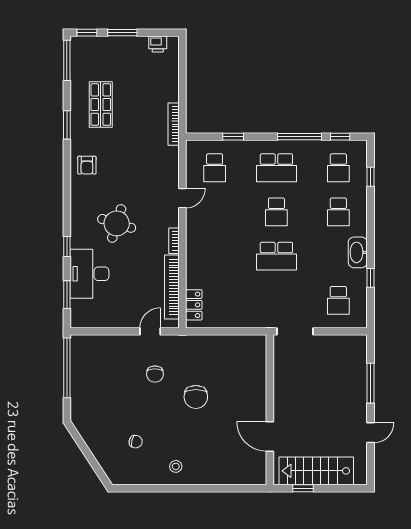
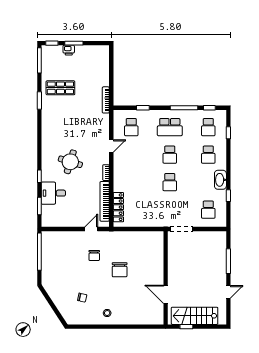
printer: (158, 44) -> (69, 50), moved
shop shelf: (101, 105) -> (60, 88), turned 90
armchair: (87, 165) -> (52, 126), removed
school desk: (276, 256) -> (170, 182), width x0.54
desk: (89, 274) -> (53, 193), width x0.73
locker: (194, 305) -> (118, 207), width x1.53

